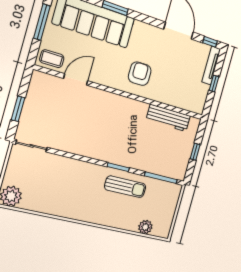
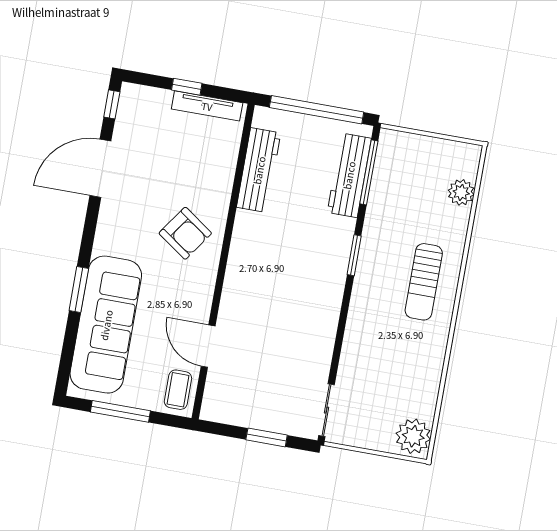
tv unit: (211, 65) -> (207, 106), moved
armchair: (140, 74) -> (185, 233), turned -145
window: (195, 152) -> (317, 110), width x3.17
workbench: (160, 167) -> (349, 175), added
sun lounger: (125, 187) -> (424, 282), moved, turned 180

